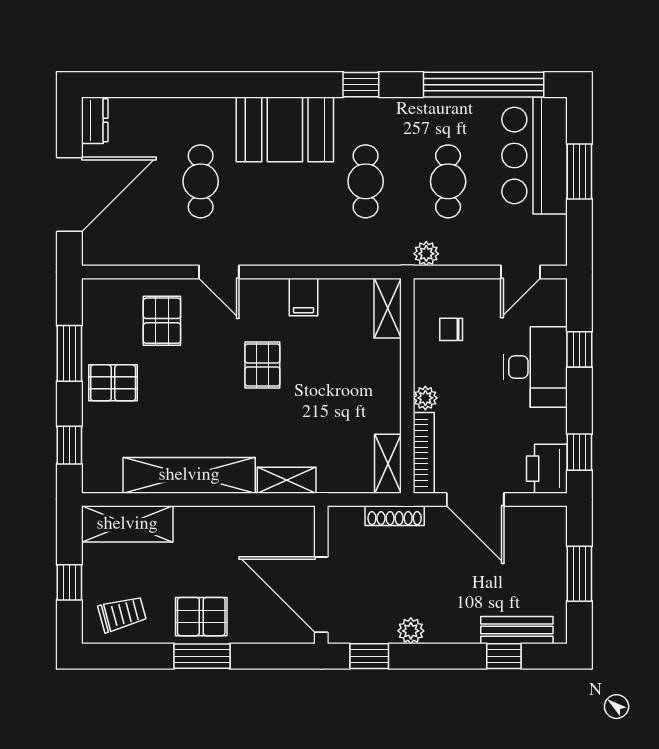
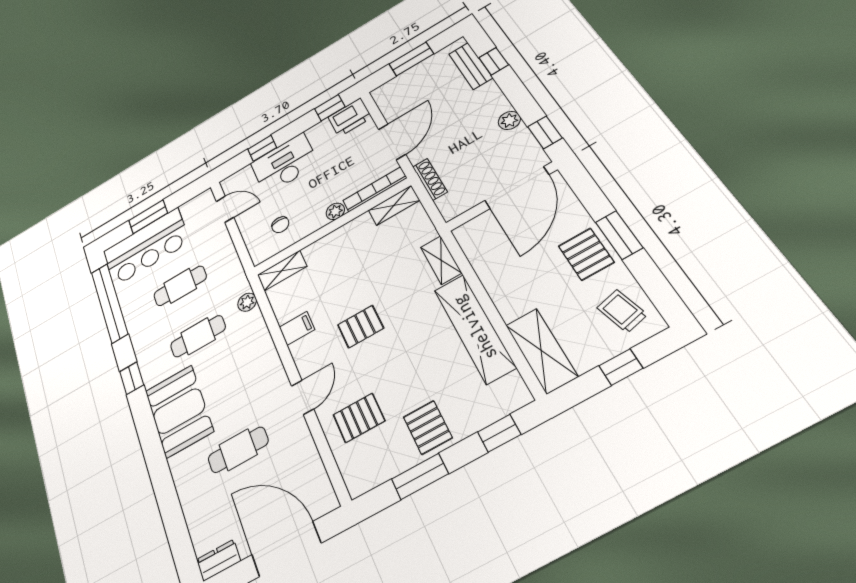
plant: (426, 254) -> (247, 302), moved

